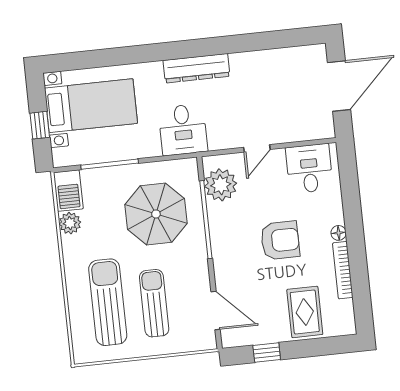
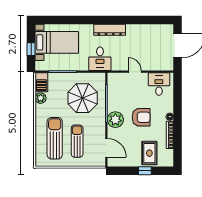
door: (257, 148) -> (135, 72), swing flipped
plant: (221, 185) -> (115, 120), moved
window: (267, 352) -> (145, 171), moved

